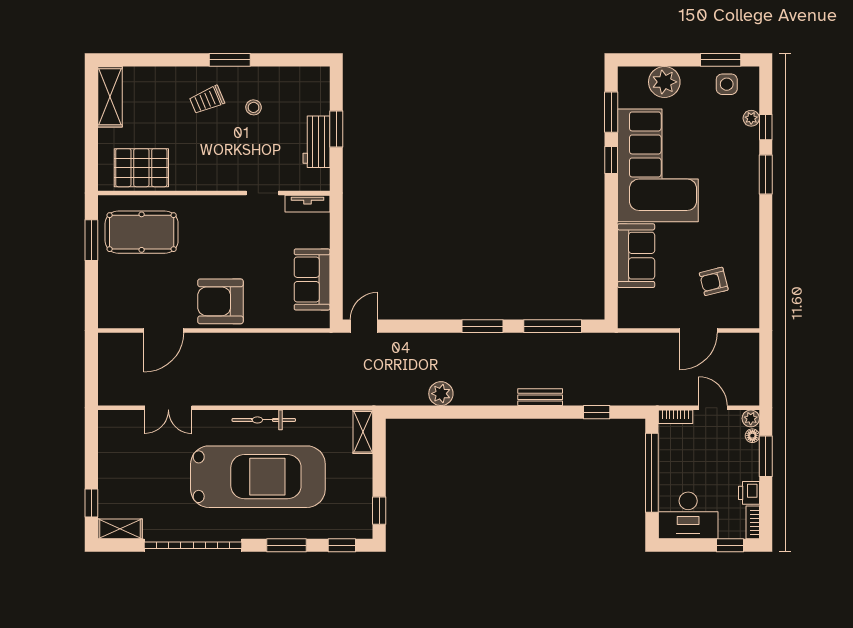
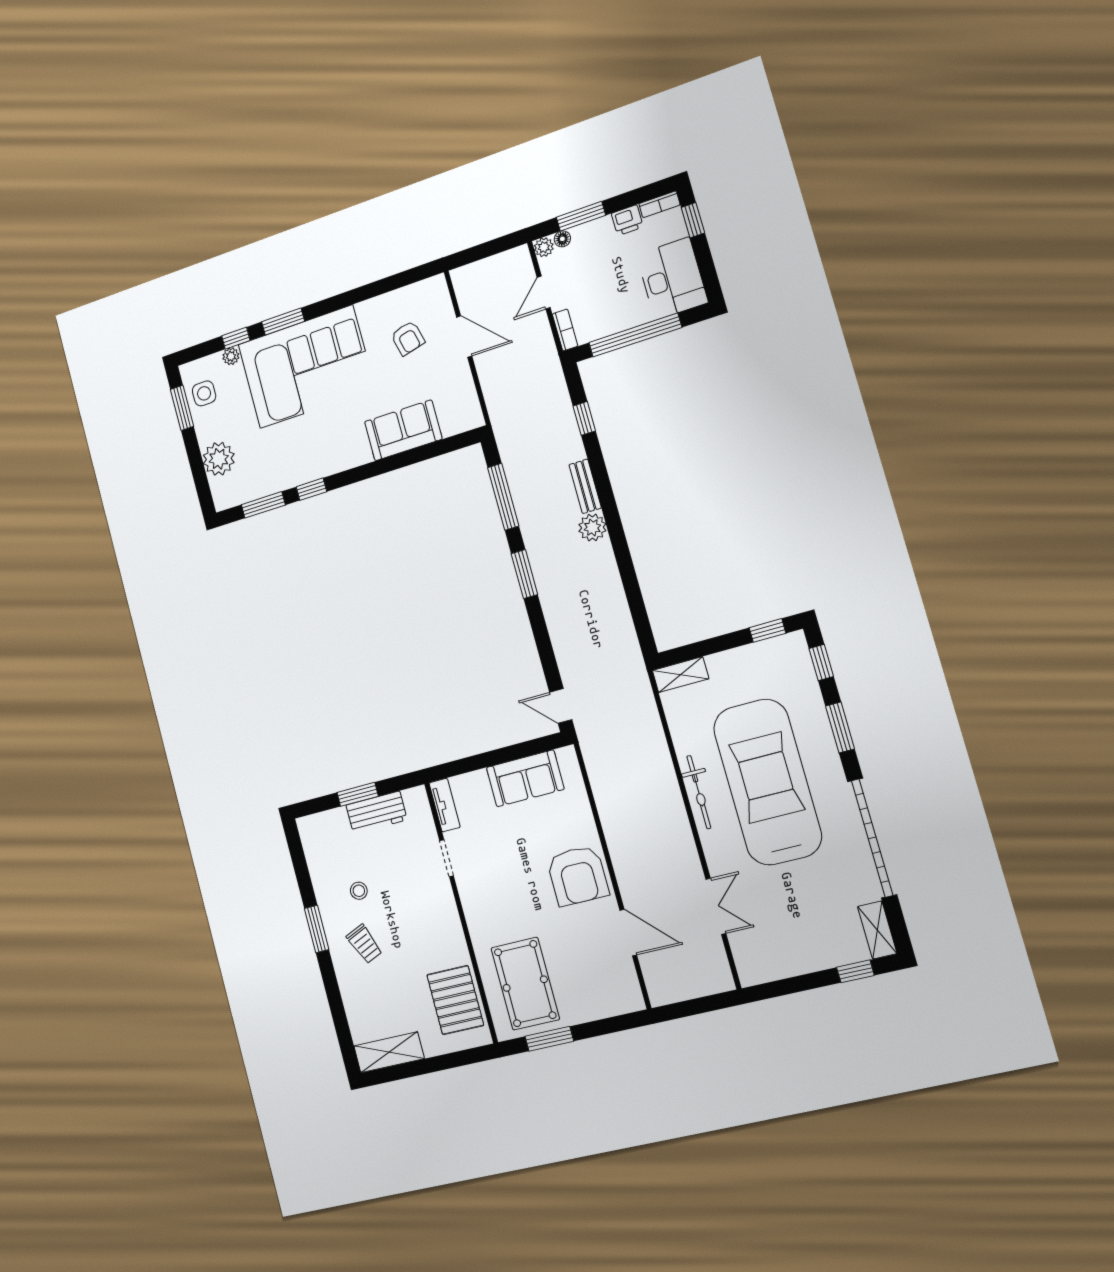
corner sofa: (658, 165) -> (306, 367), moved, turned 180
plant: (441, 394) -> (592, 528), moved

